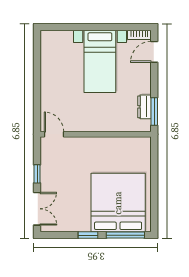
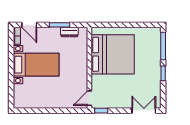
window: (154, 112) -> (59, 25), moved
window: (37, 174) -> (101, 111), moved
bed: (118, 203) -> (113, 54), moved, turned 180

